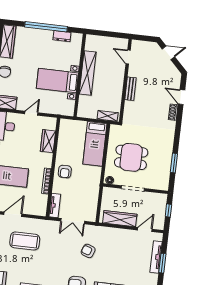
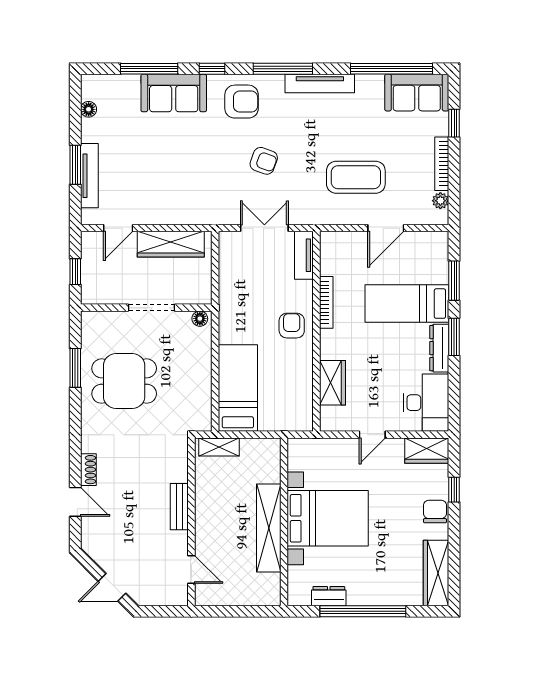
bed with nightstands: (57, 81) -> (328, 518), width x1.36
dining table: (131, 157) -> (124, 381), moved
armchair: (88, 251) -> (264, 161), moved

